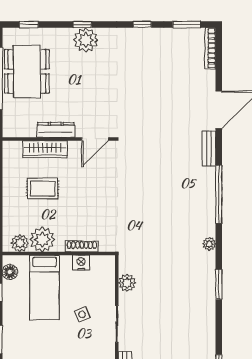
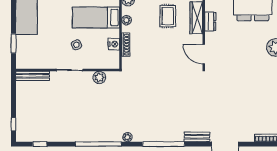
dresser: (56, 130) -> (210, 21), width x0.70
plant: (42, 240) -> (126, 20), width x0.53, depth x0.53
window: (219, 284) -> (98, 144), width x2.11

